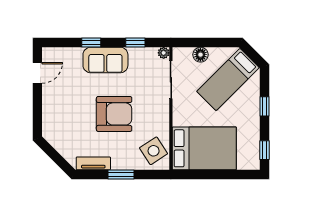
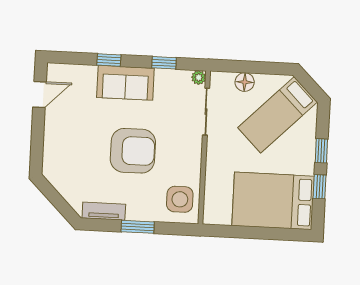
bed: (204, 148) -> (273, 201), moved, turned 180
window: (264, 150) -> (320, 187), moved
side table: (154, 151) -> (180, 199), turned 33

